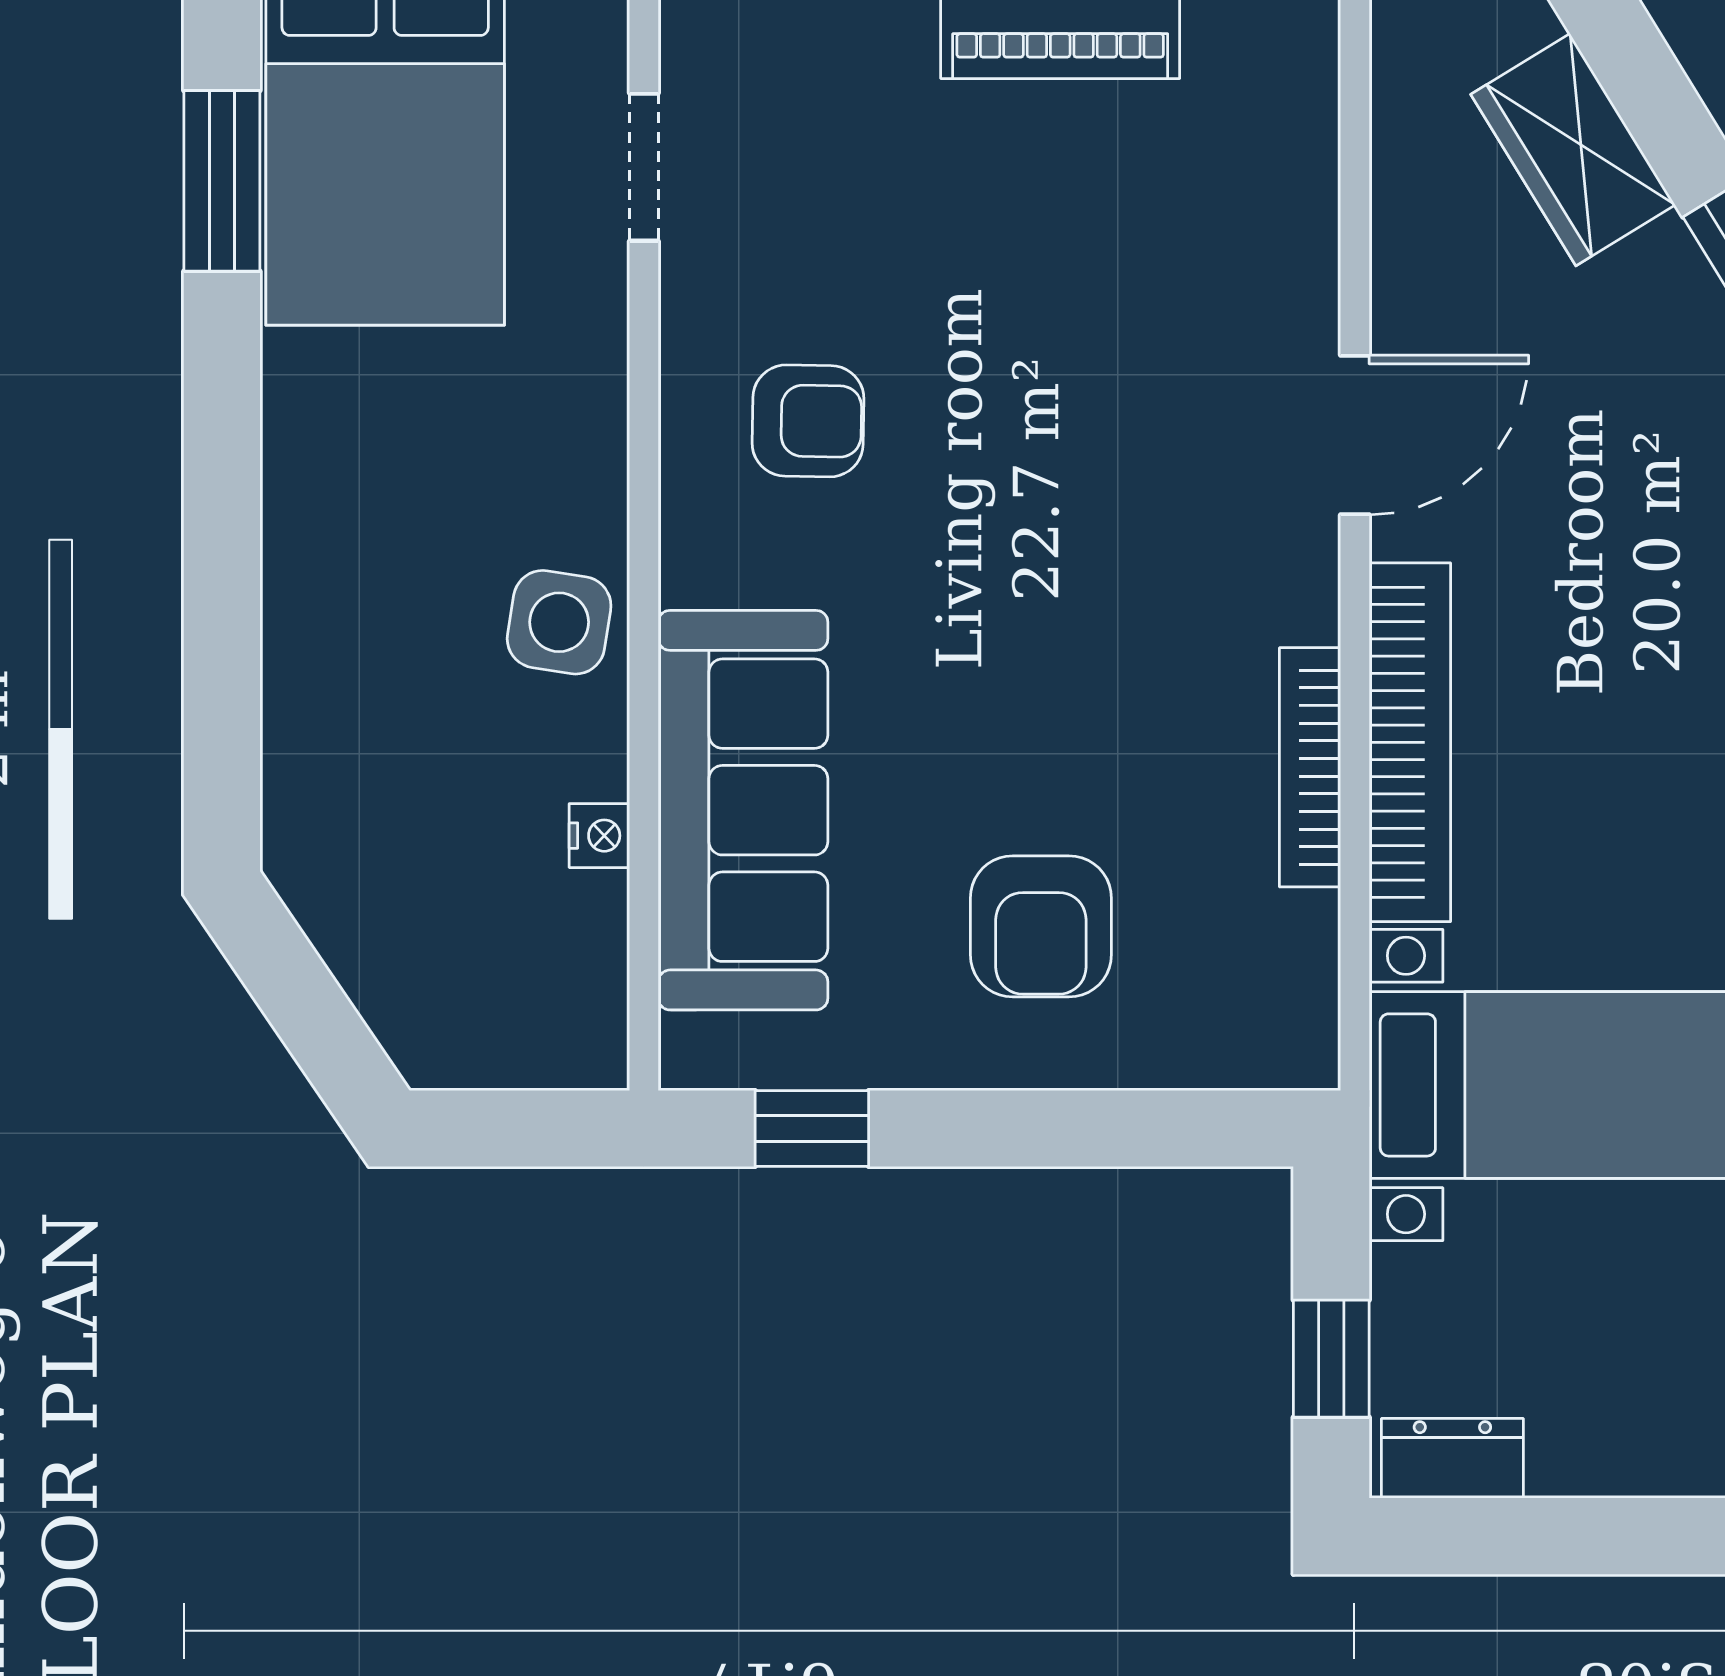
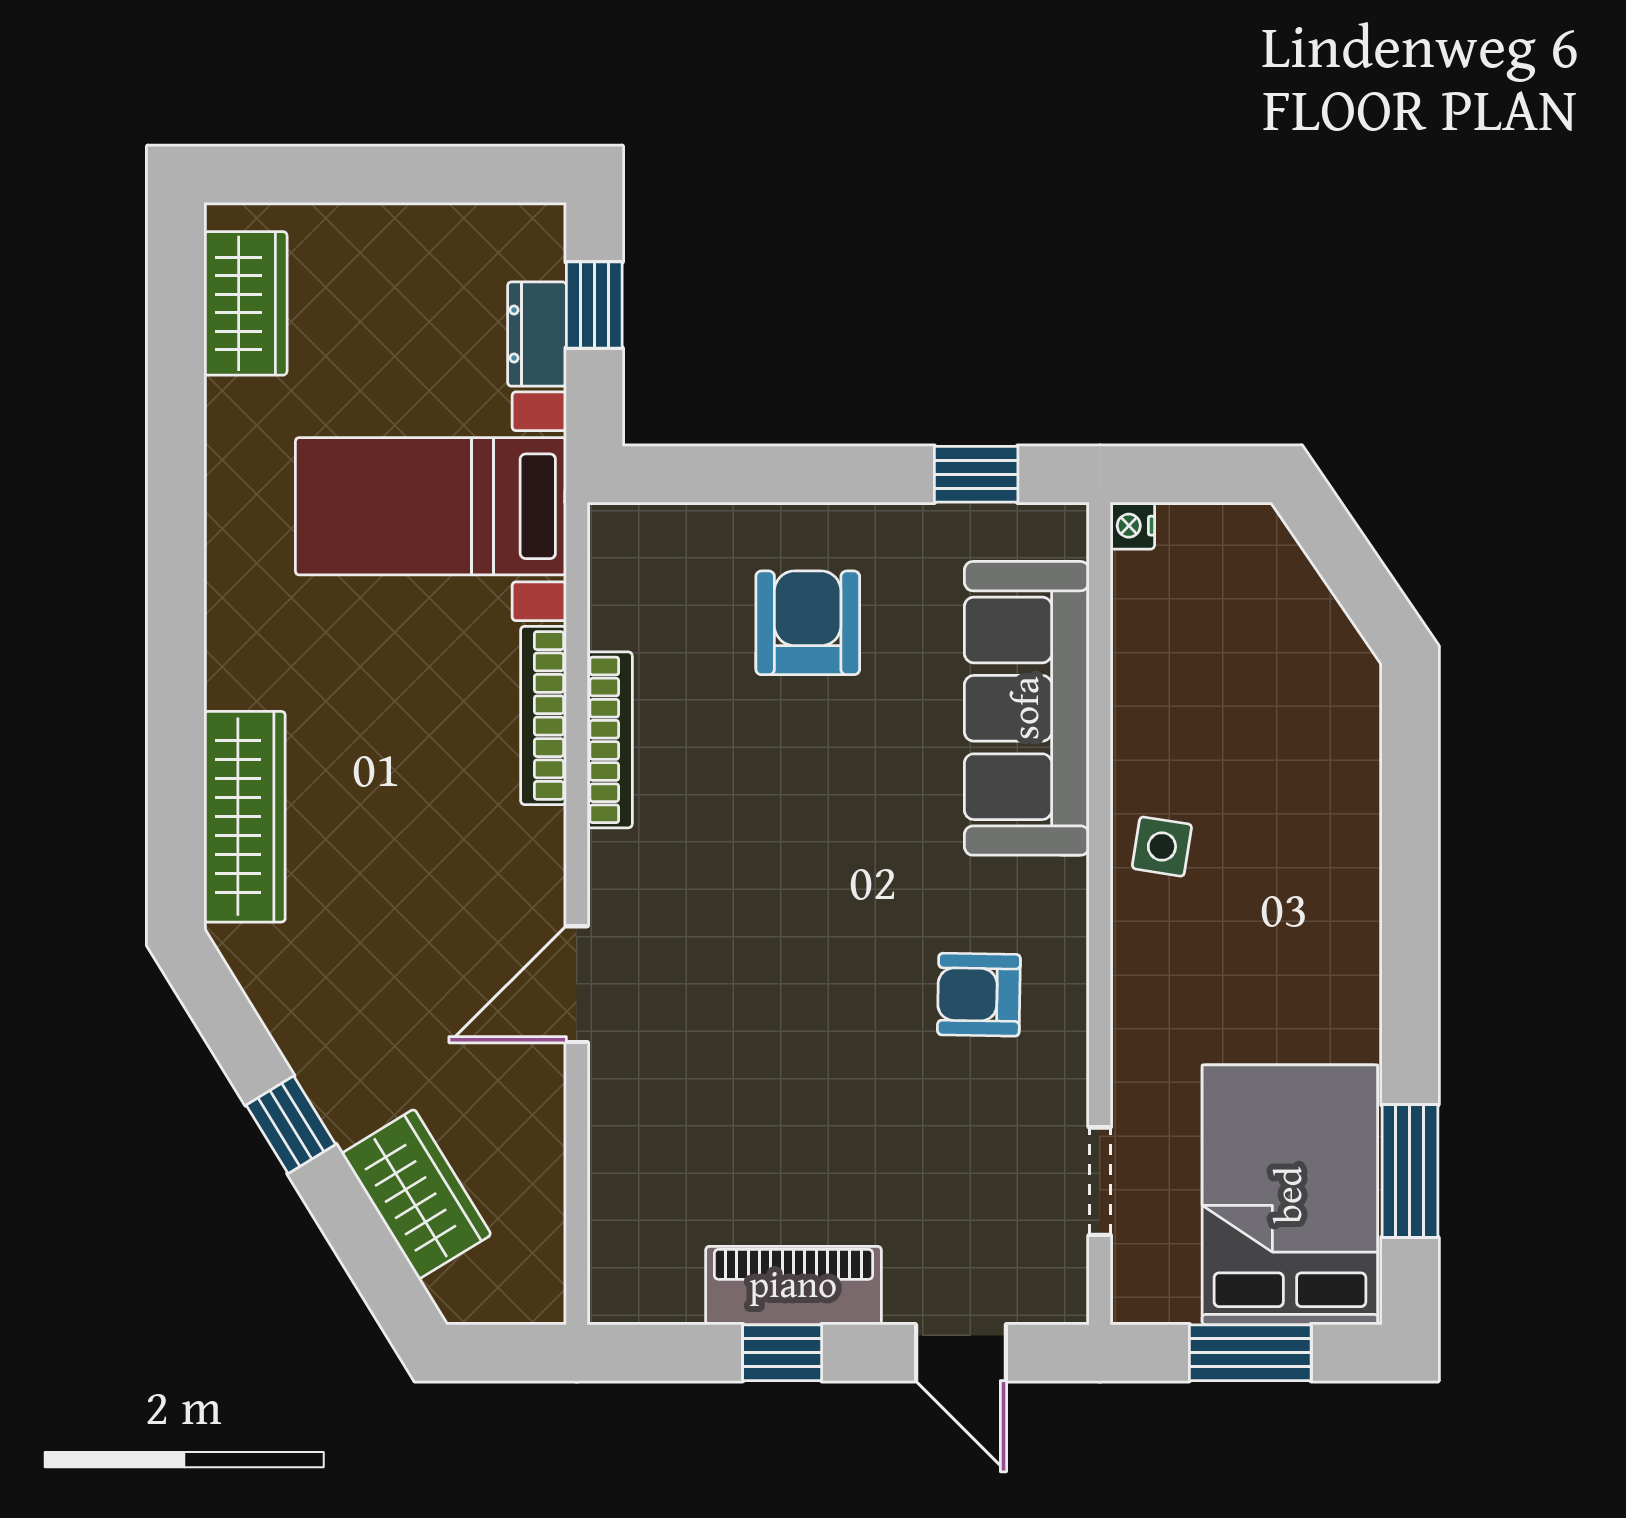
side table: (559, 622) -> (1162, 847), width x0.73, depth x0.73
bookcase: (1410, 742) -> (543, 715), width x0.68, depth x0.76
nightstand: (599, 836) -> (1132, 526), moved
dresser: (1452, 1458) -> (537, 334), moved, turned 90

